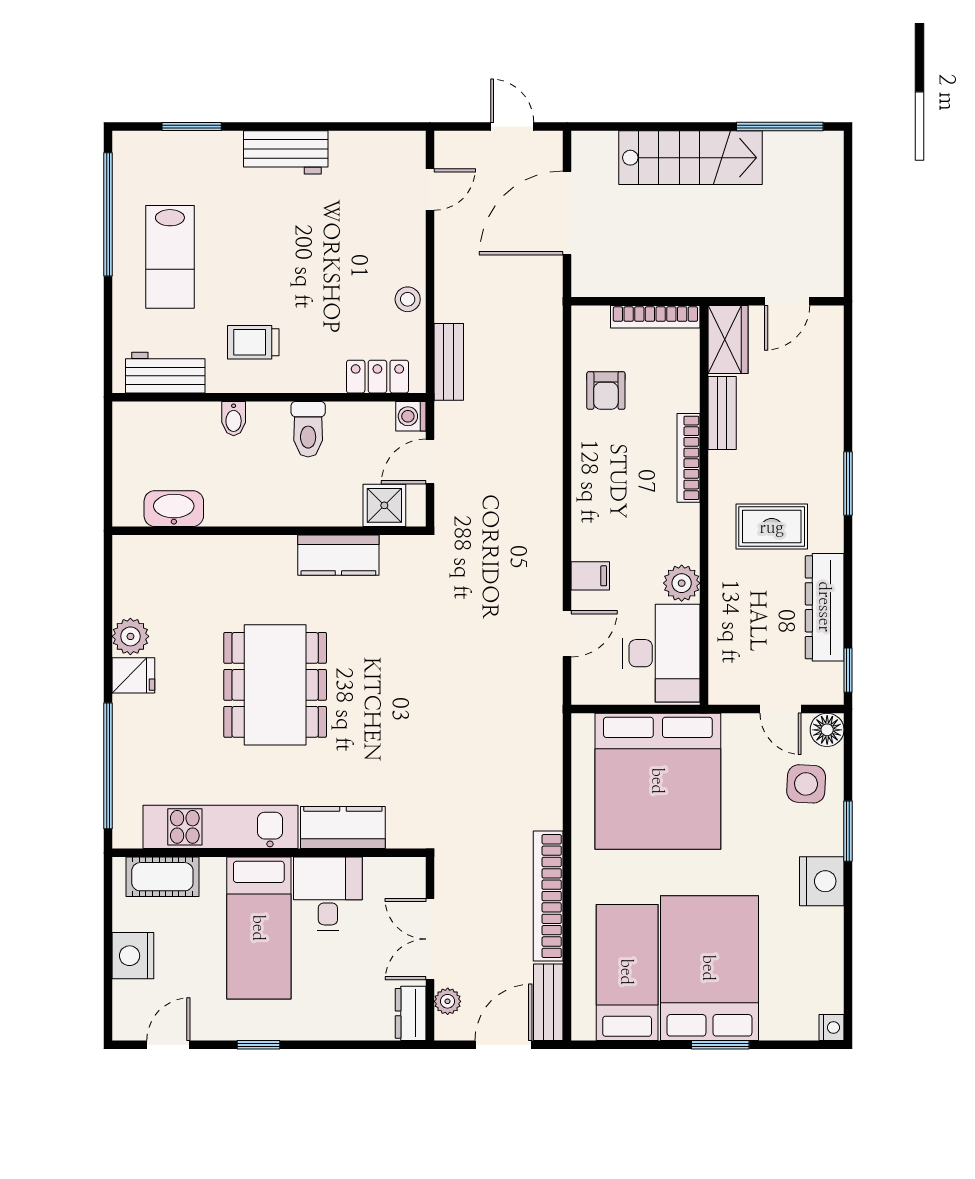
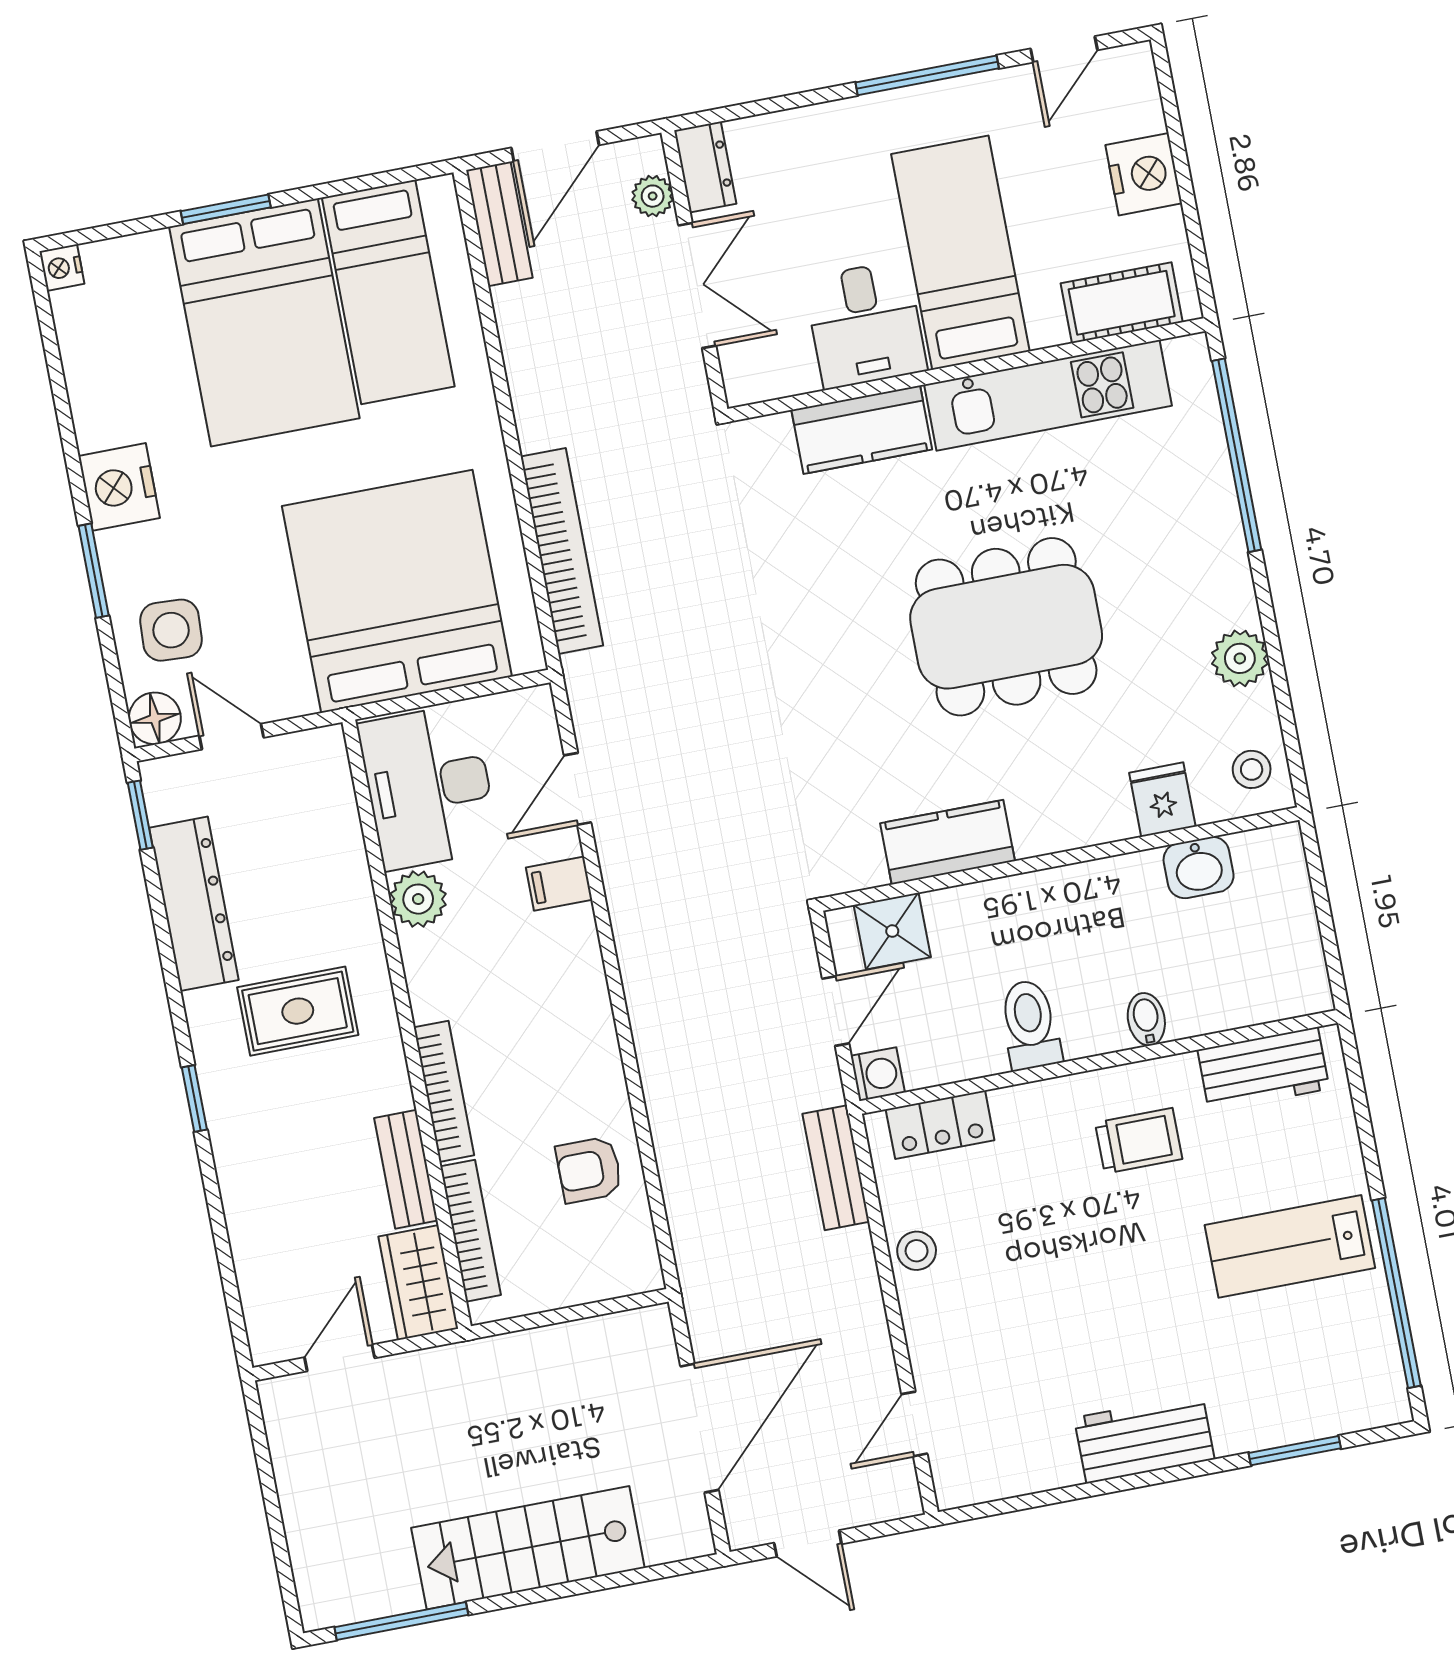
lab bench: (170, 257) -> (1290, 1246), turned -90
bookcase: (655, 317) -> (471, 1231), moved, turned 90
armchair: (606, 390) -> (589, 1170), turned -90
window: (848, 484) -> (194, 1098), width x0.67
washbasin: (174, 509) -> (1199, 868), width x0.72
stool: (136, 564) -> (1252, 769), added
fridge: (133, 675) -> (1162, 800), moved, turned 90
dining table: (275, 685) -> (1006, 627), turned 90
bookcase: (548, 896) -> (562, 551), moved
window: (259, 1045) -> (927, 75), width x2.17

